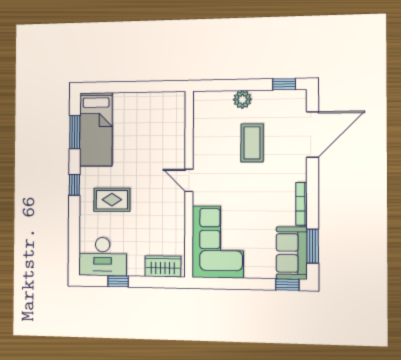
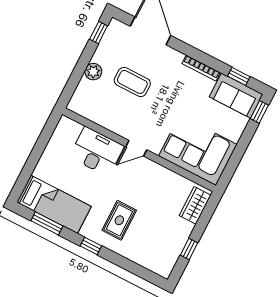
window: (313, 246) -> (239, 76), width x0.67
desk: (103, 257) -> (97, 151), moved, turned -90

